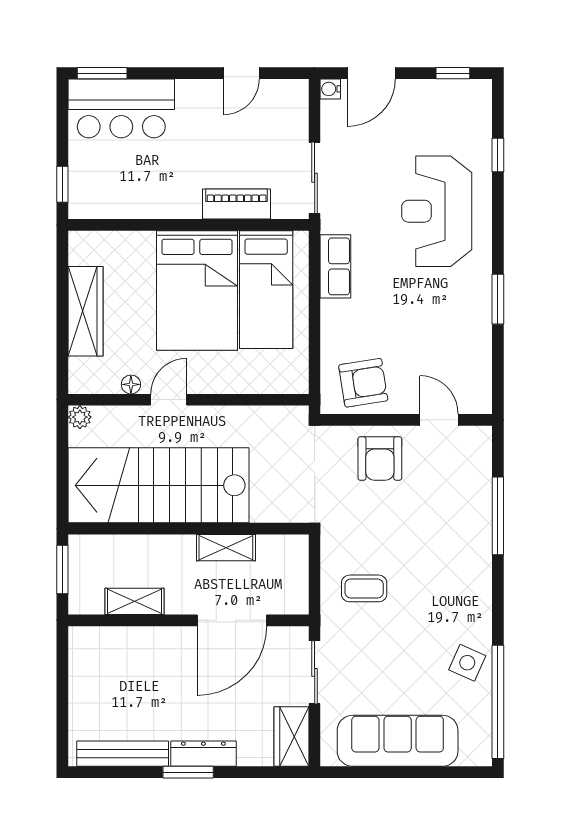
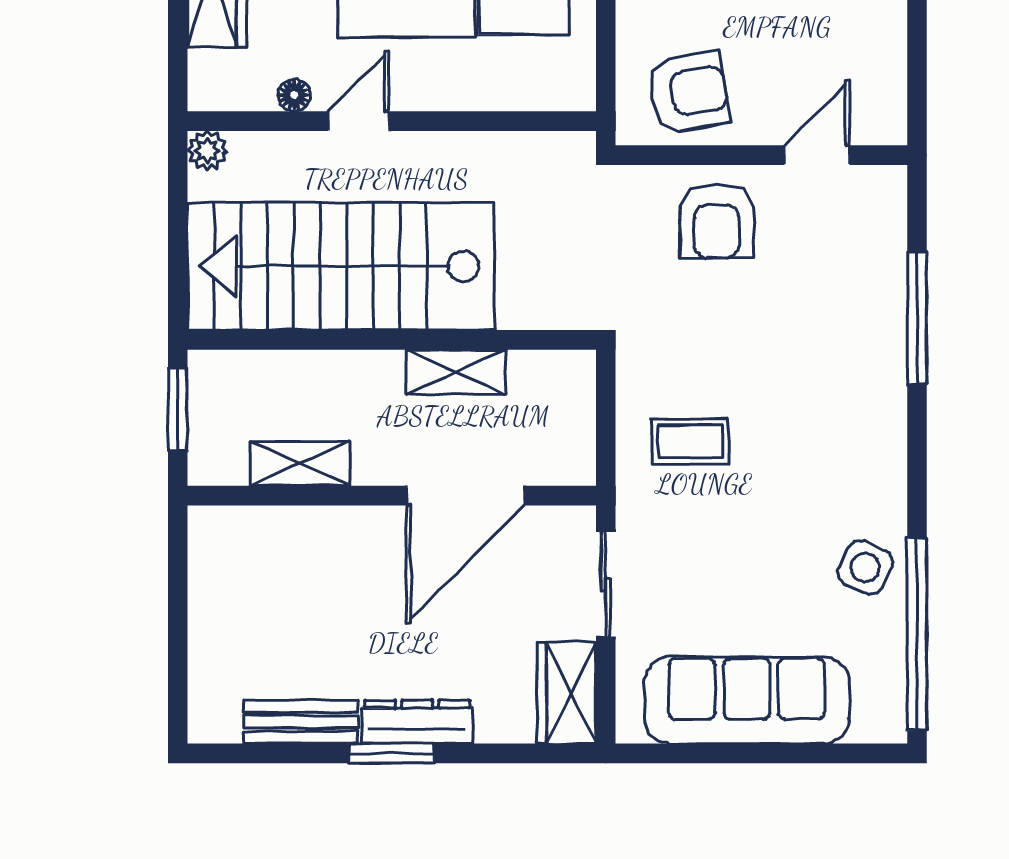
door: (439, 420) -> (817, 155), hinge flipped
bench: (123, 754) -> (301, 722), width x0.73

